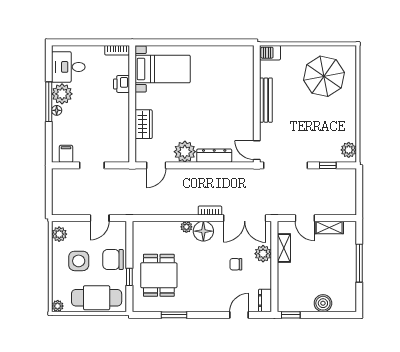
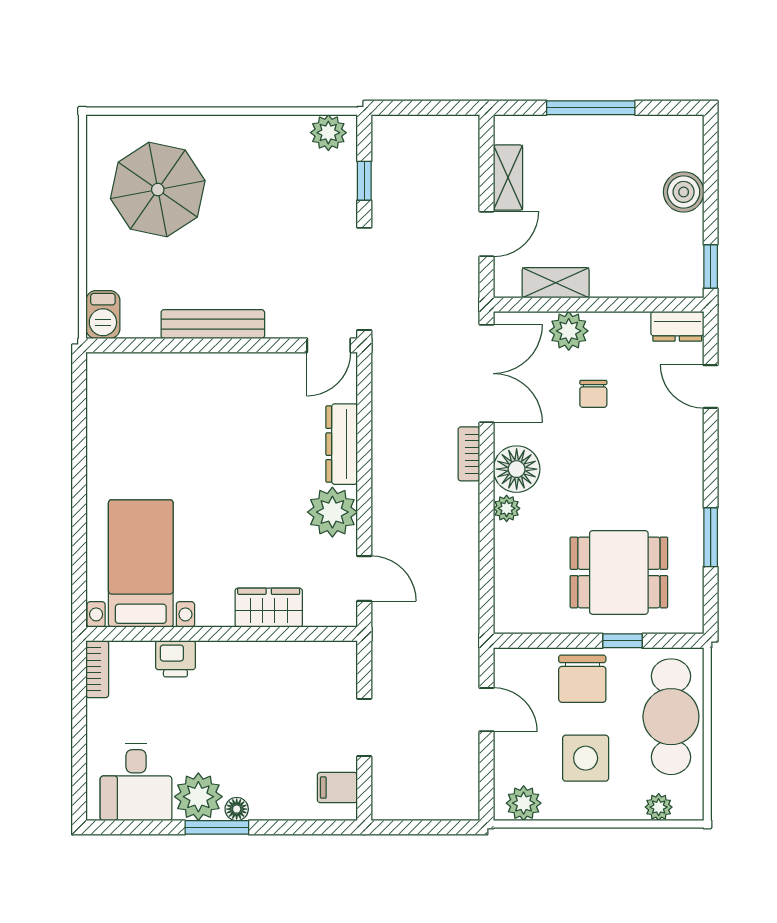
window: (49, 102) -> (217, 827), width x0.69
plant: (58, 306) -> (659, 807), moved

